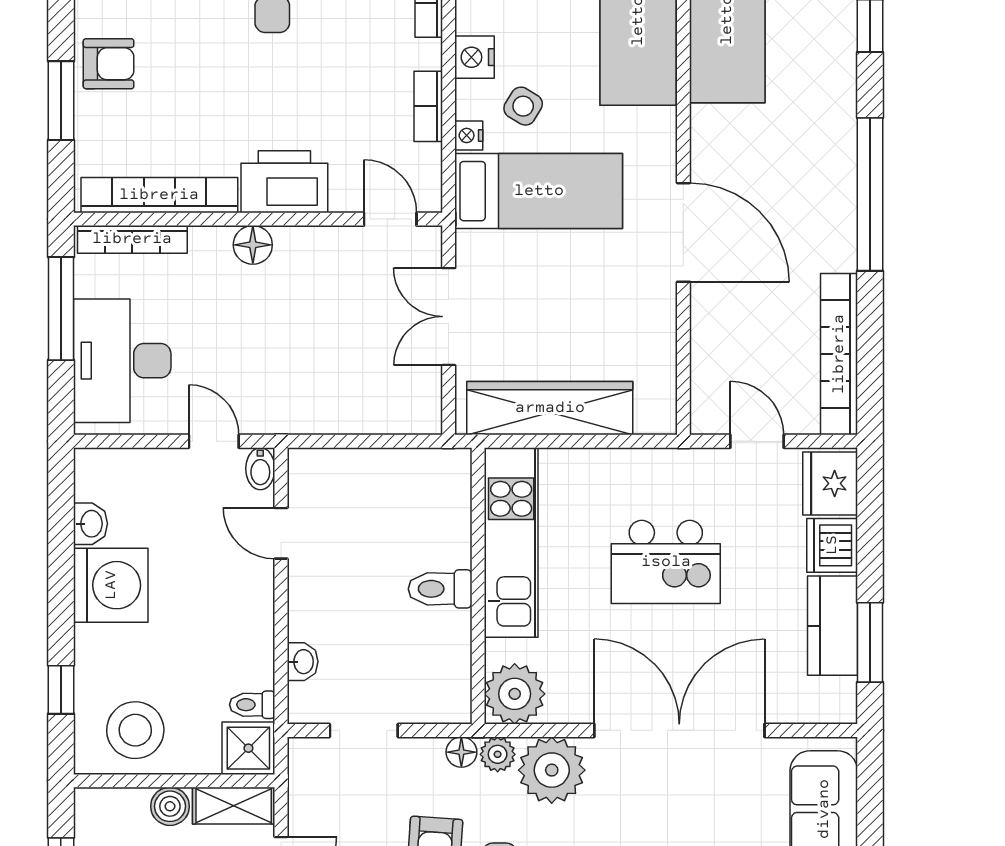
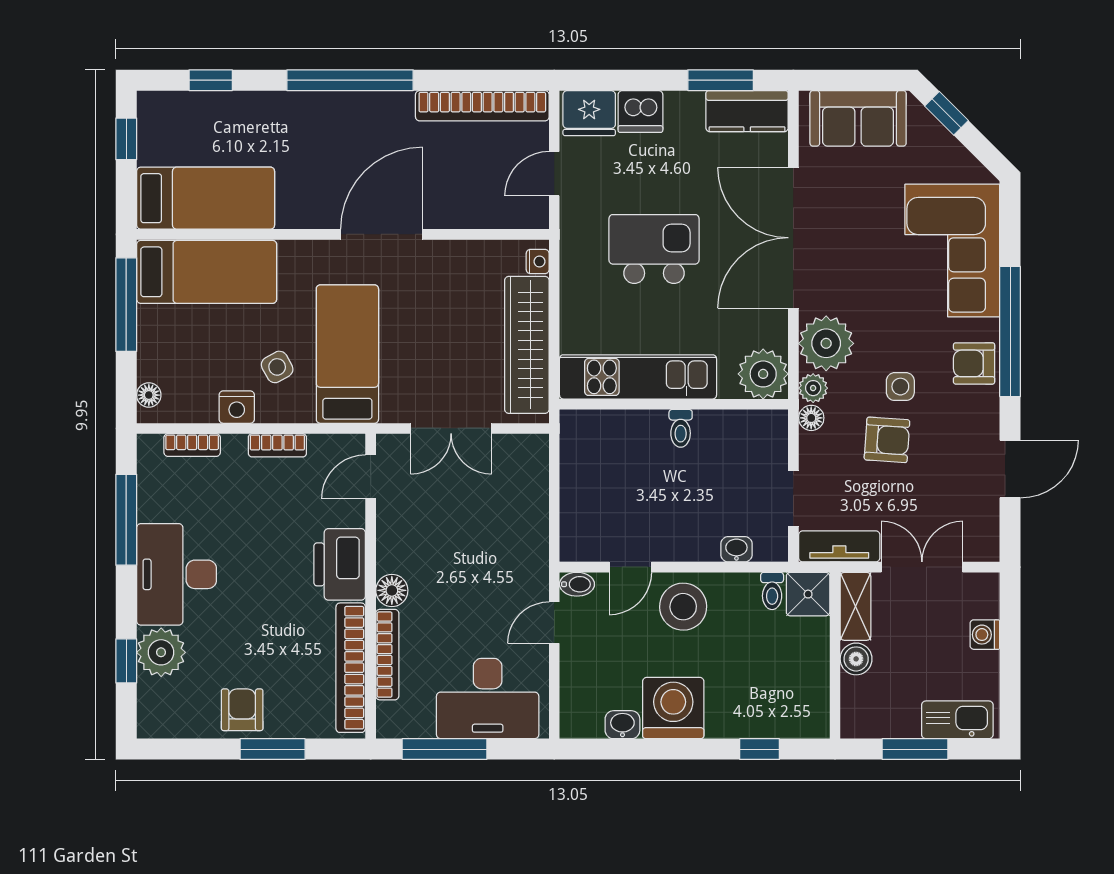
side table: (523, 106) -> (277, 367), turned 30
nightstand: (469, 135) -> (538, 261), moved, turned -90
bookcase: (132, 239) -> (387, 655), moved
kitchen island: (666, 562) -> (654, 249), turned -90
toilet: (440, 589) -> (681, 428), width x0.73, depth x0.72
kitchen counter: (832, 626) -> (747, 111), moved
stool: (135, 730) -> (683, 607), moved
tv unit: (306, 786) -> (839, 546), added

